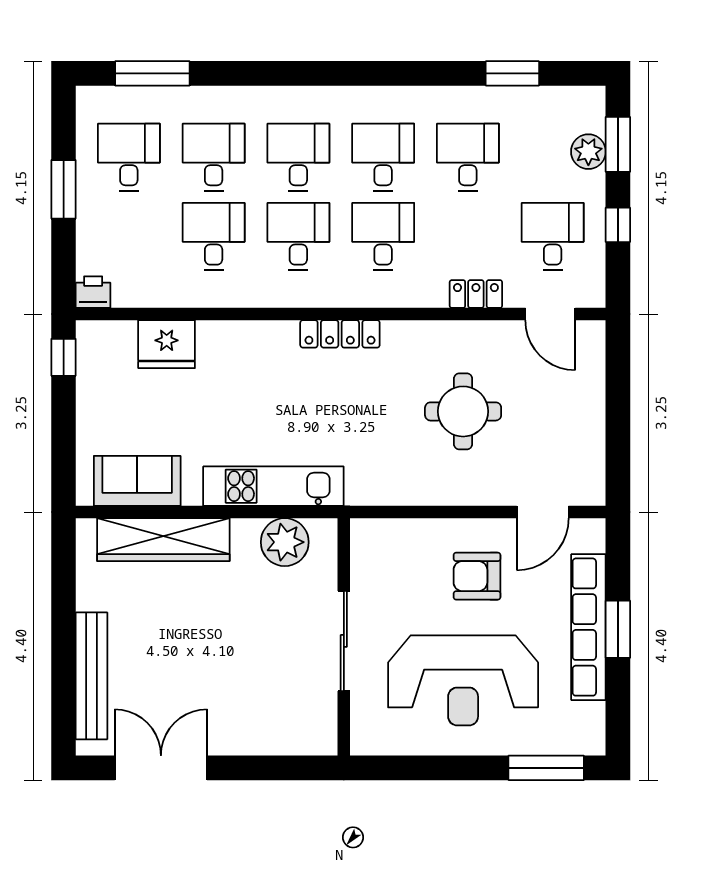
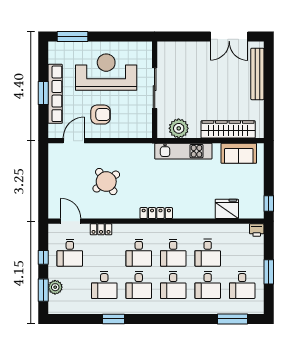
window: (512, 73) -> (113, 319), moved
round table: (463, 411) -> (106, 182), turned -36

